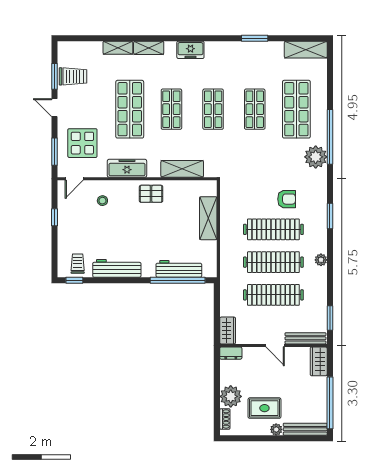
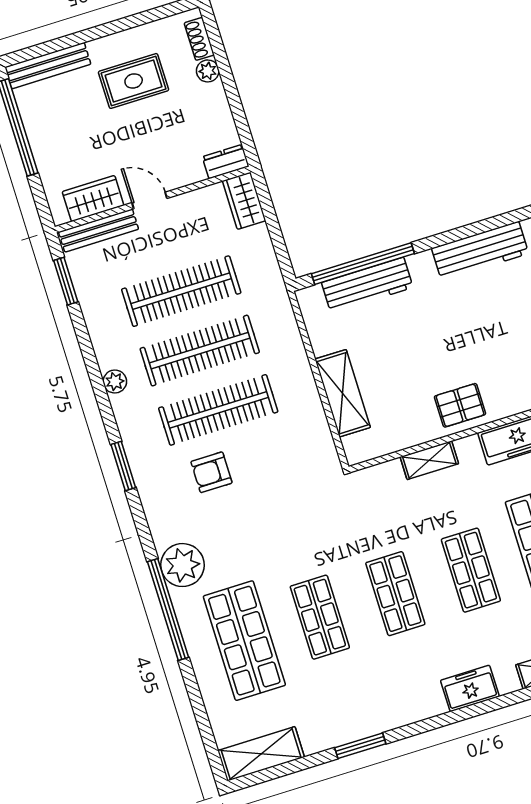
shelving: (182, 169) -> (429, 460), width x0.67, depth x0.75
wardrobe: (319, 361) -> (93, 198), moved, turned -90
plant: (231, 396) -> (208, 71), width x0.53, depth x0.53
plant: (276, 429) -> (100, 49), removed

